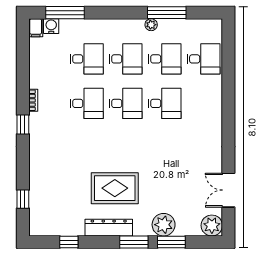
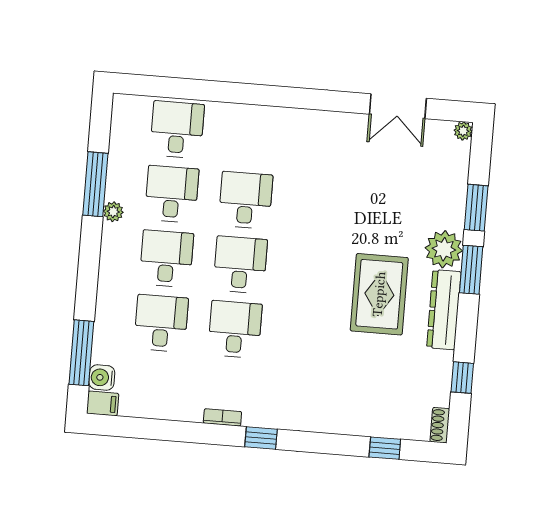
plant: (164, 225) -> (444, 249), moved
plant: (212, 225) -> (463, 131), width x0.53, depth x0.53
shoe rack: (39, 231) -> (440, 425), added

